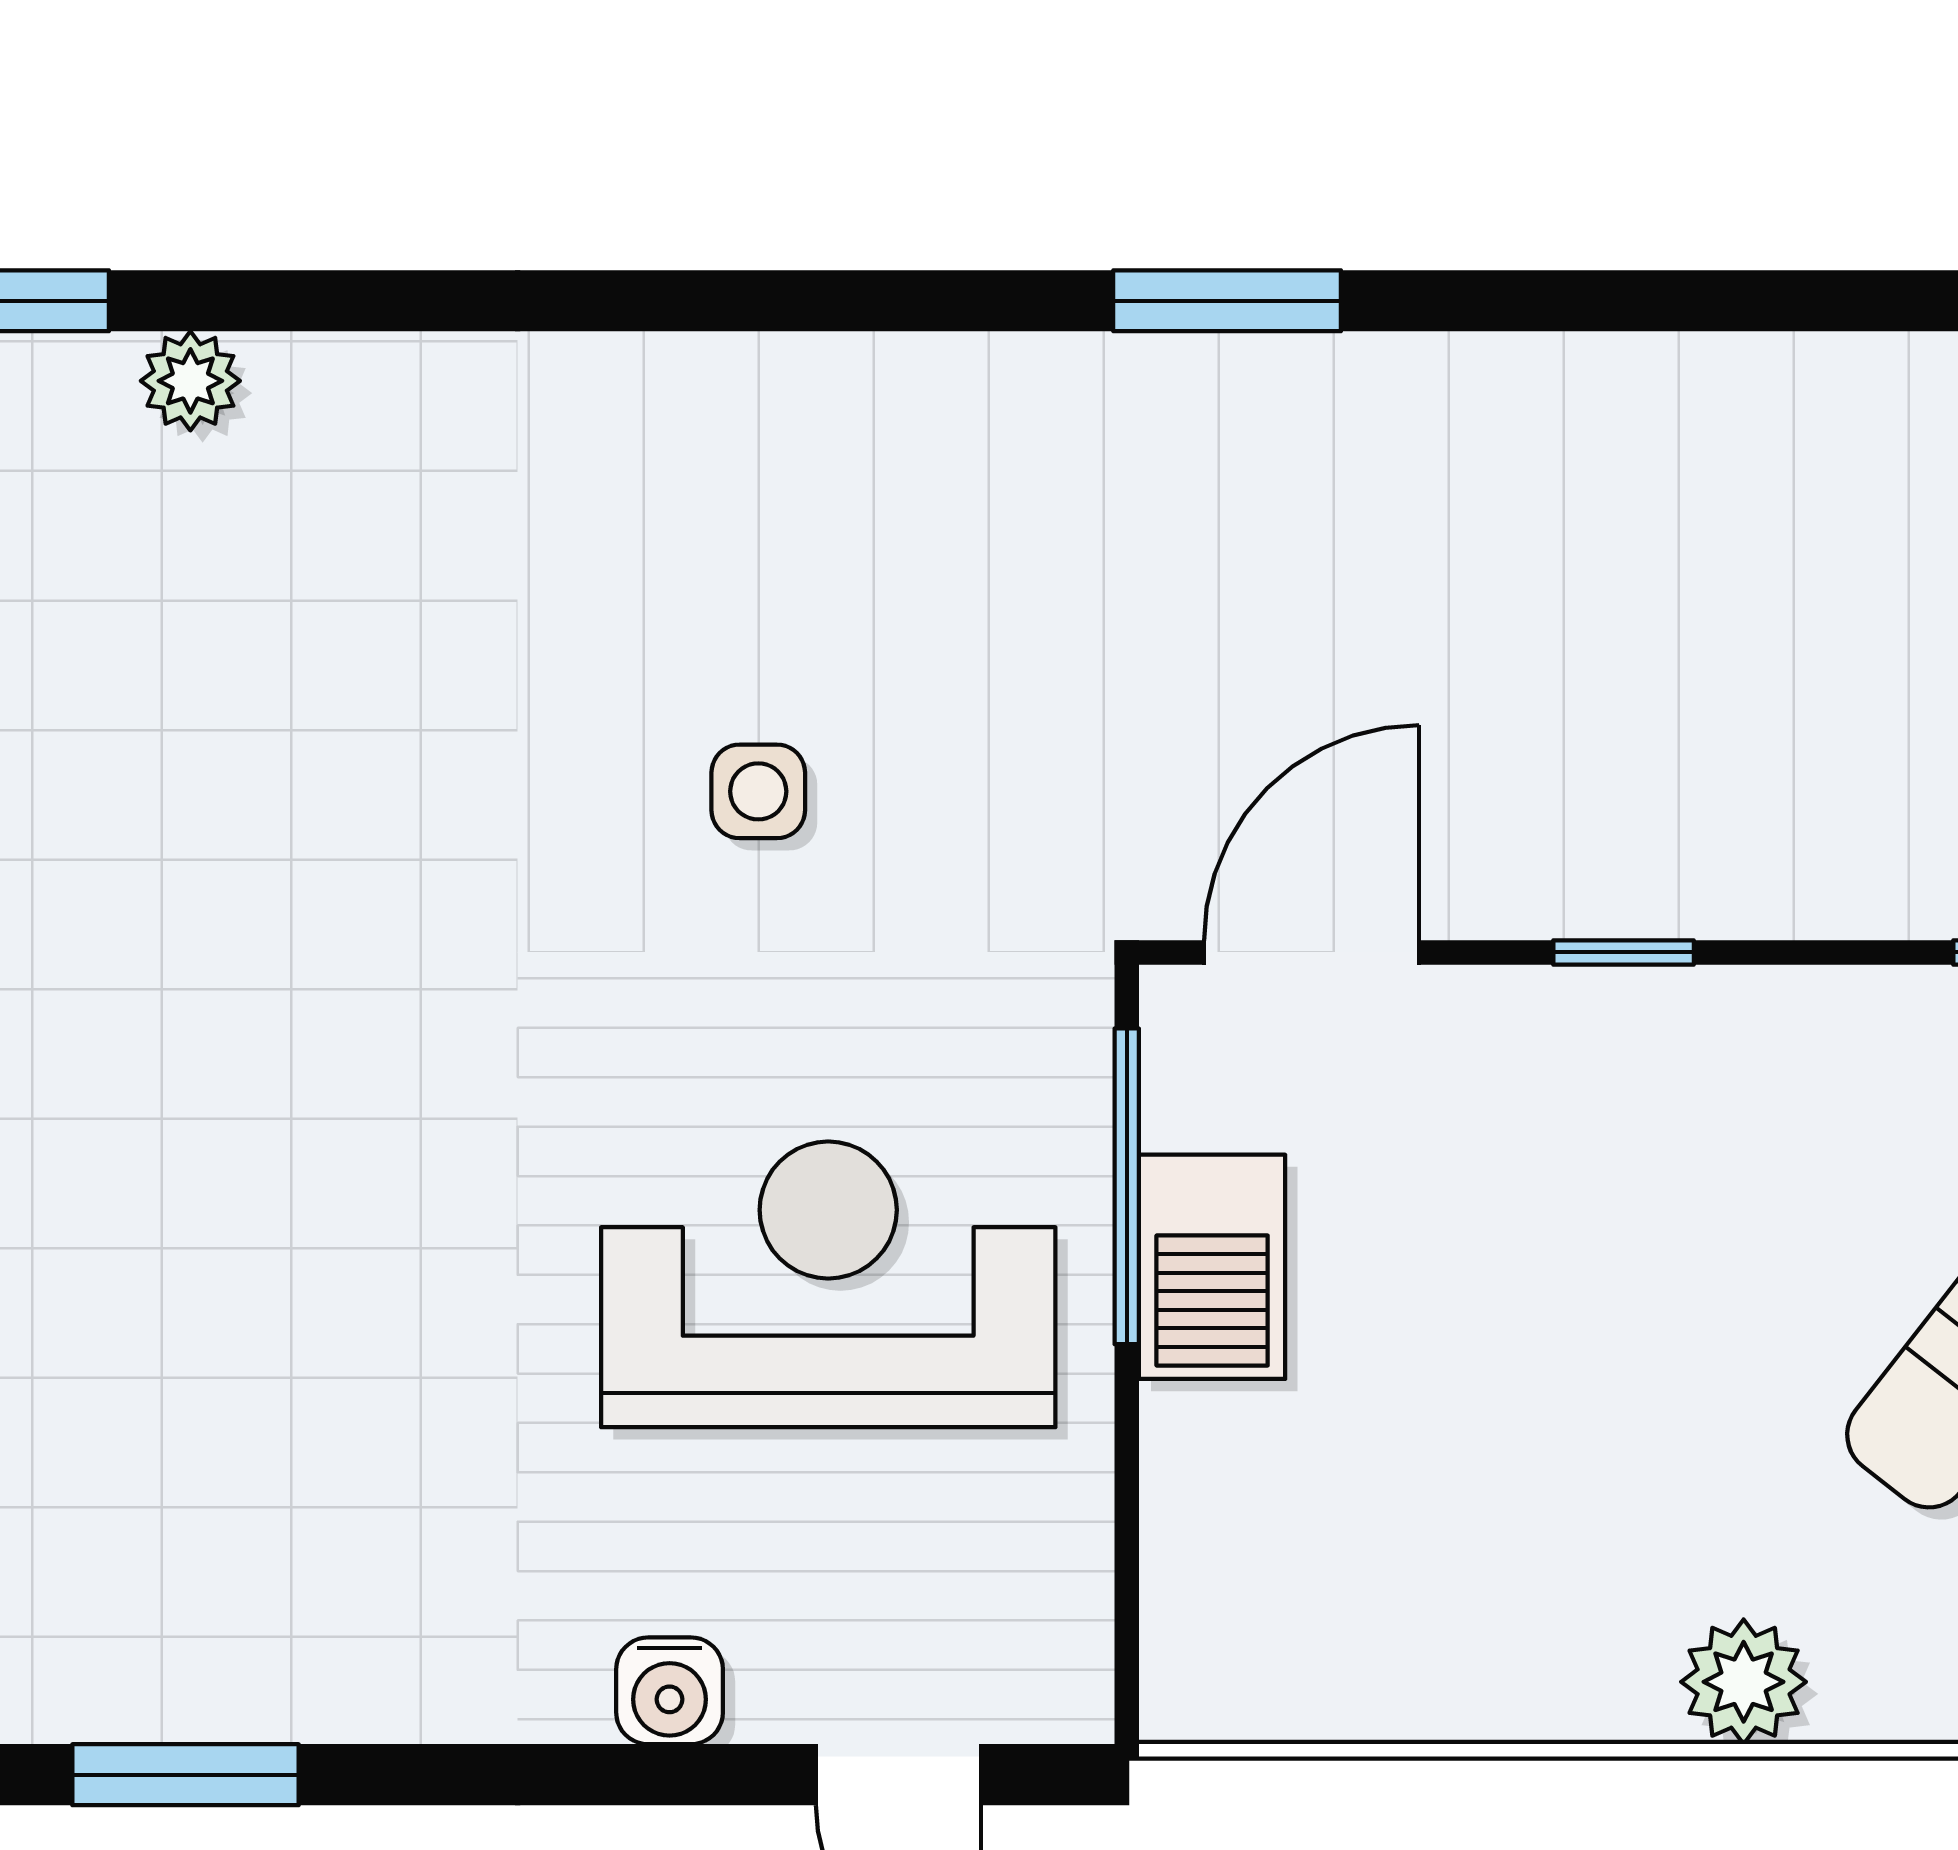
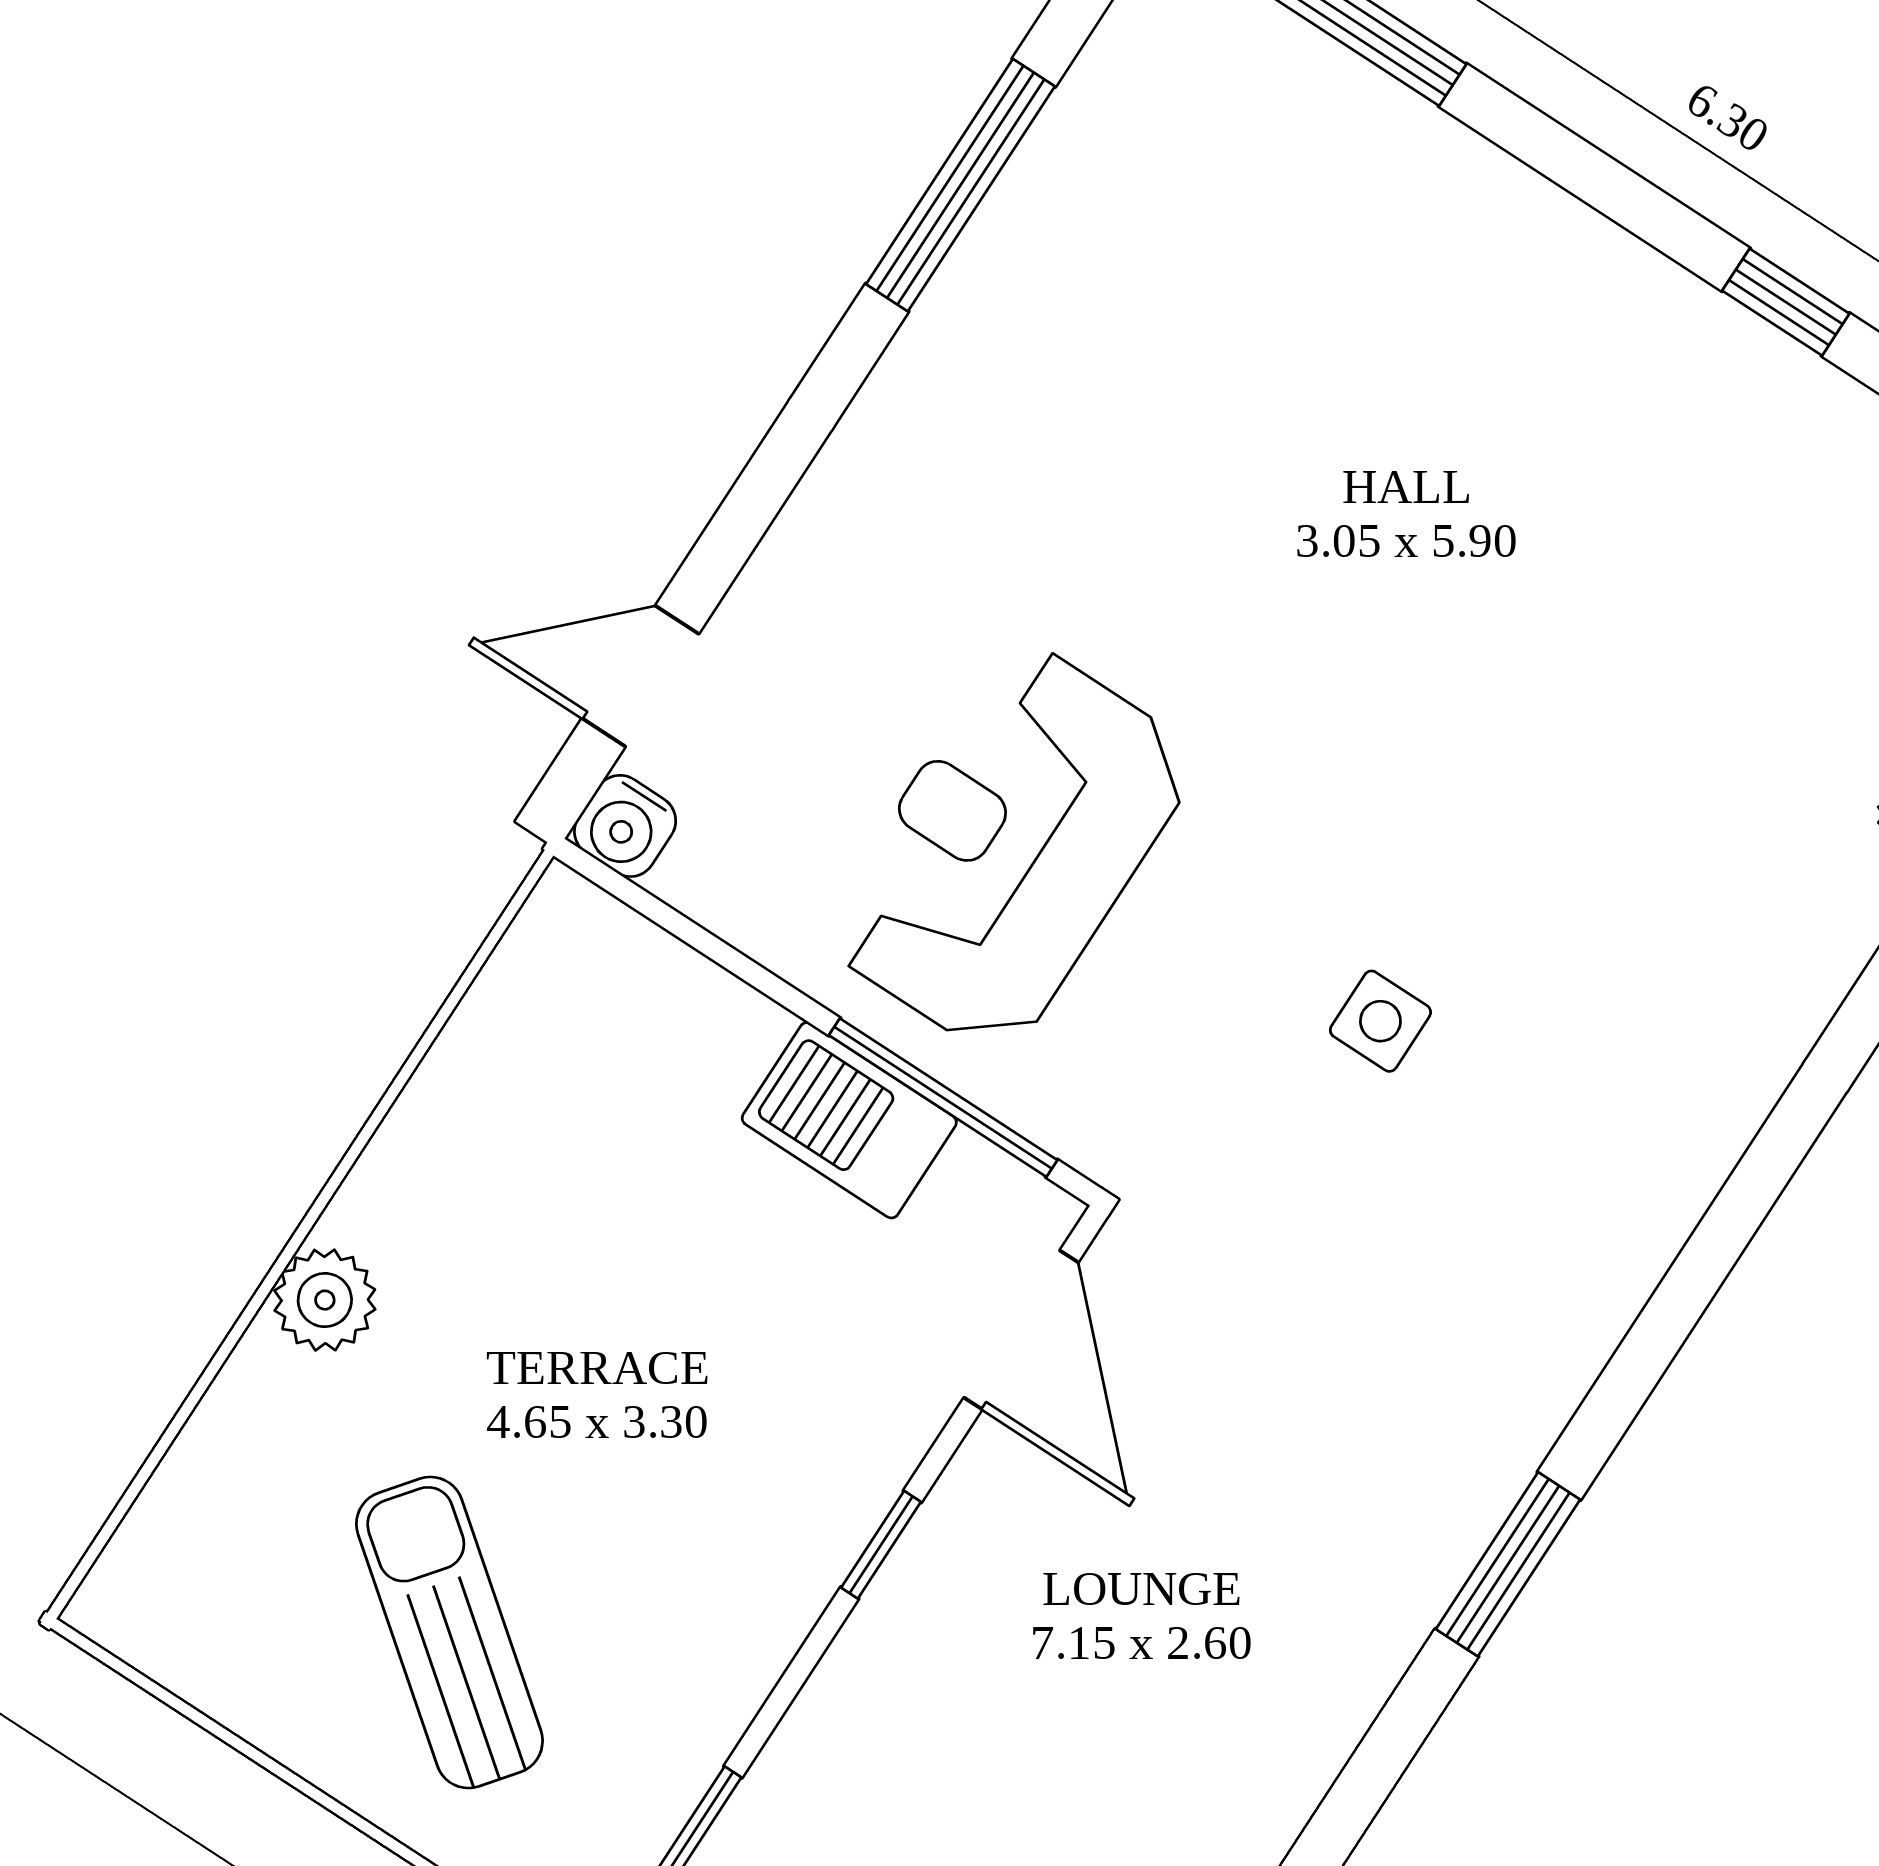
reception desk: (828, 1284) -> (1010, 848), turned 180
water cooler: (670, 1691) -> (625, 826), moved, turned -90
window: (185, 1775) -> (960, 185), width x1.44

